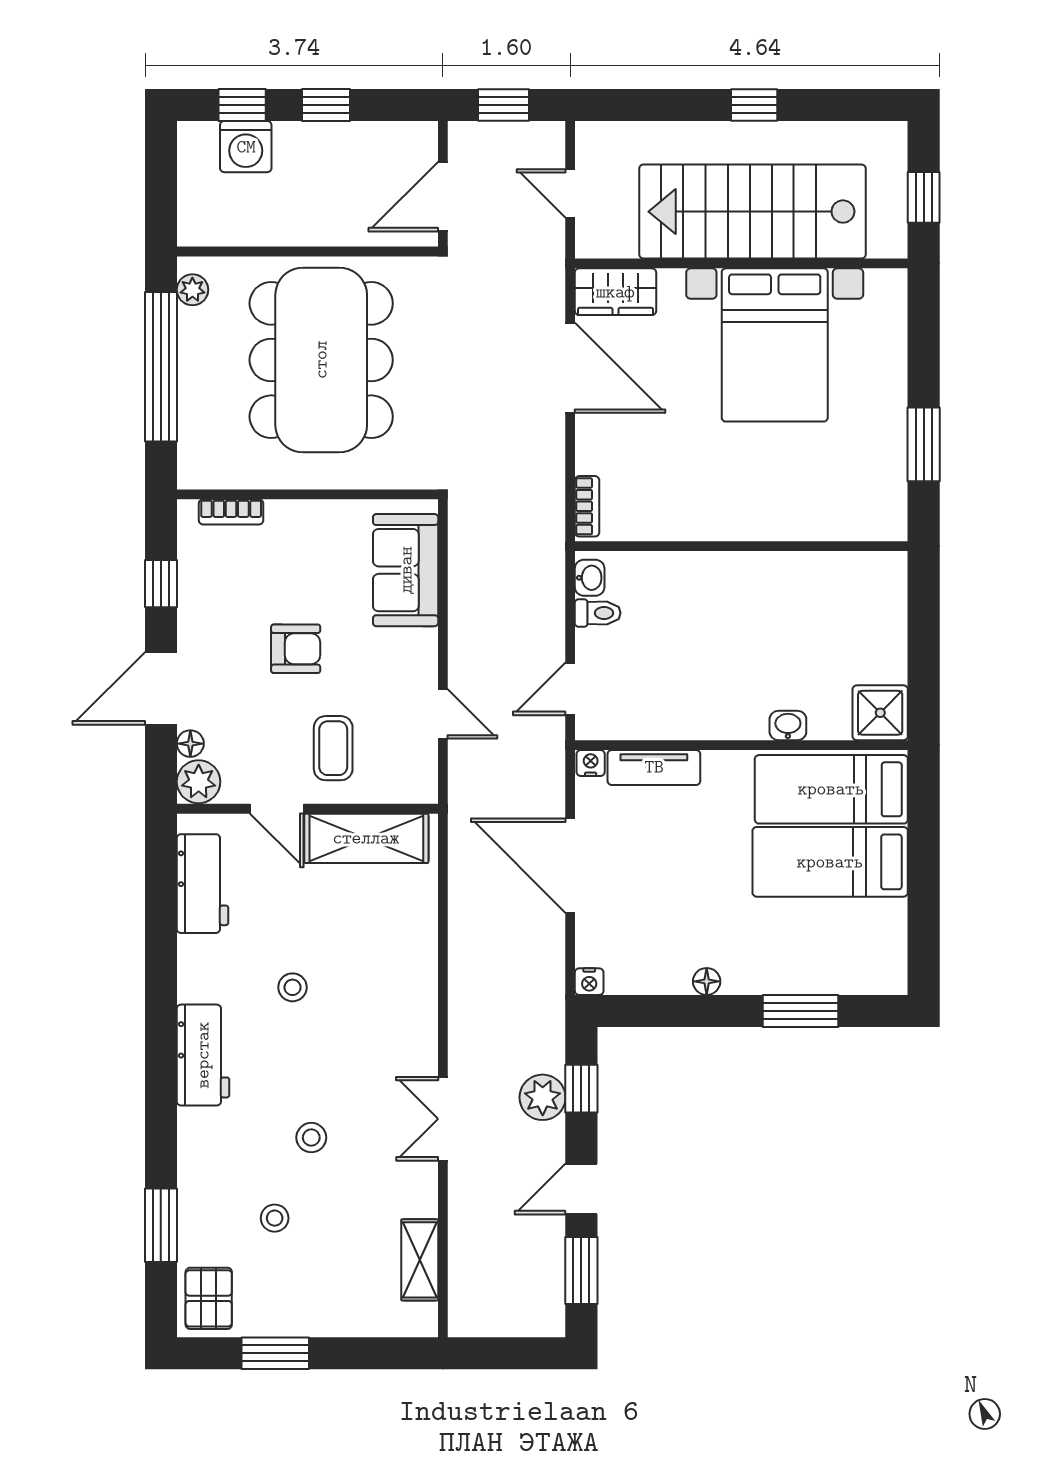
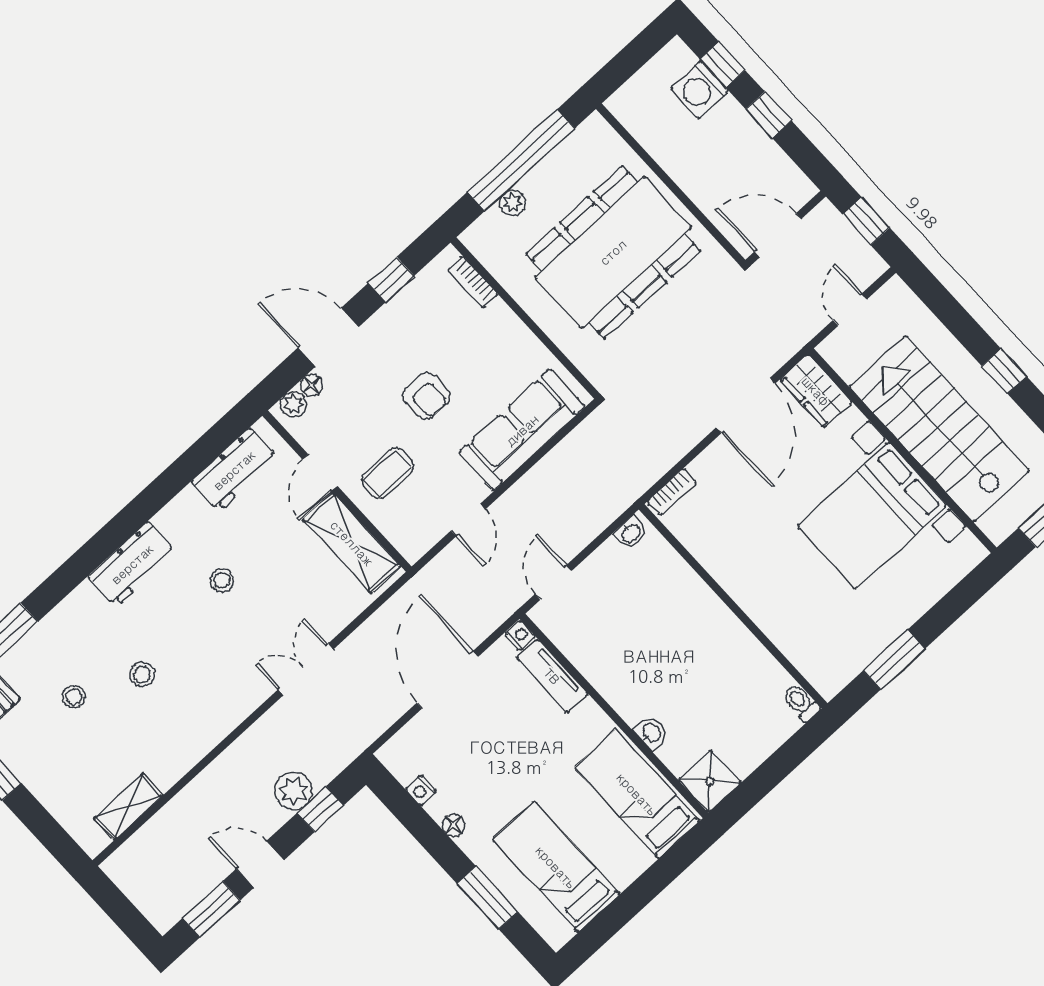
plant: (192, 290) -> (512, 203), moved
sofa: (406, 570) -> (522, 430), width x1.36
toilet: (598, 613) -> (801, 703), moved, turned 180
door: (570, 689) -> (553, 582), hinge flipped
plant: (199, 782) -> (293, 404), width x0.73, depth x0.73
bed: (830, 862) -> (556, 867), moved
nightstand: (589, 982) -> (421, 790), moved
double door: (443, 1119) -> (306, 669), moved

